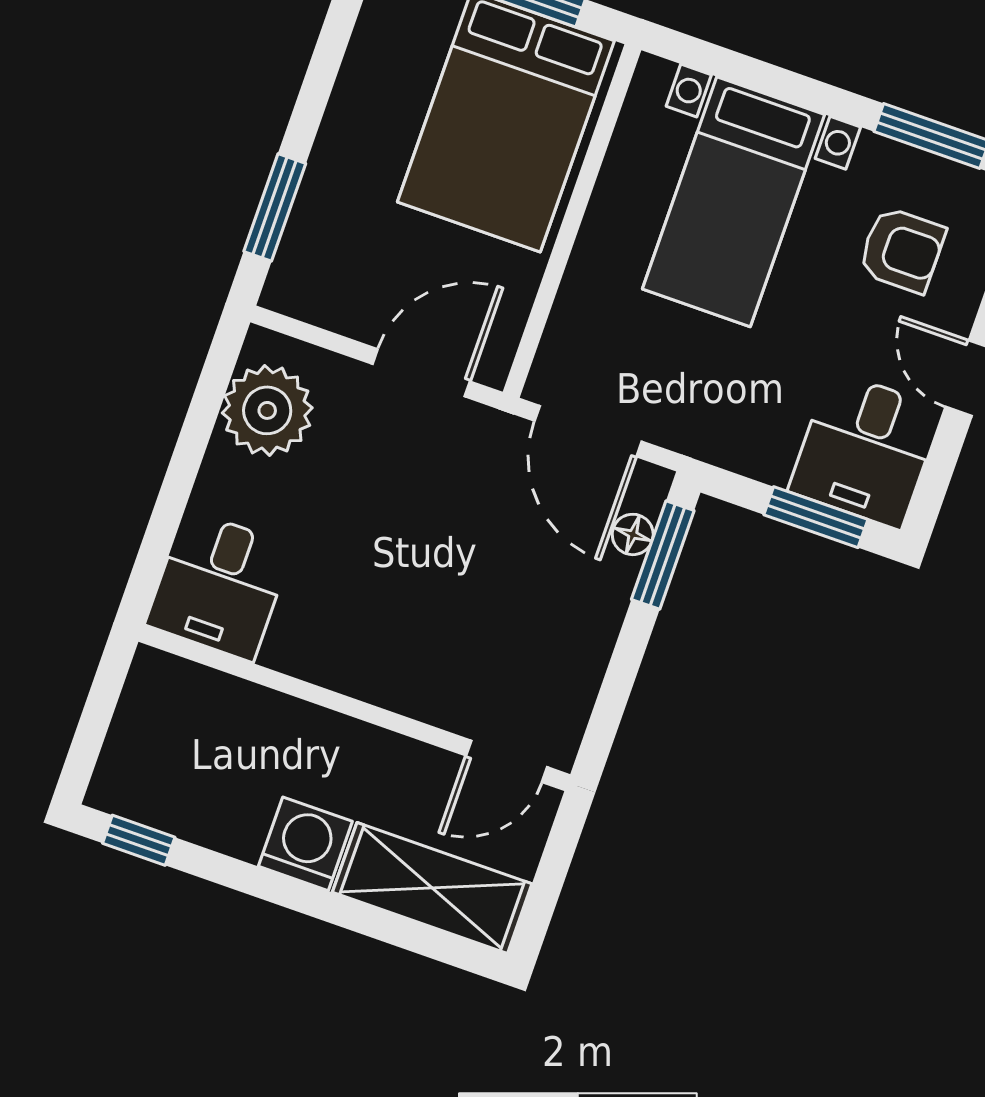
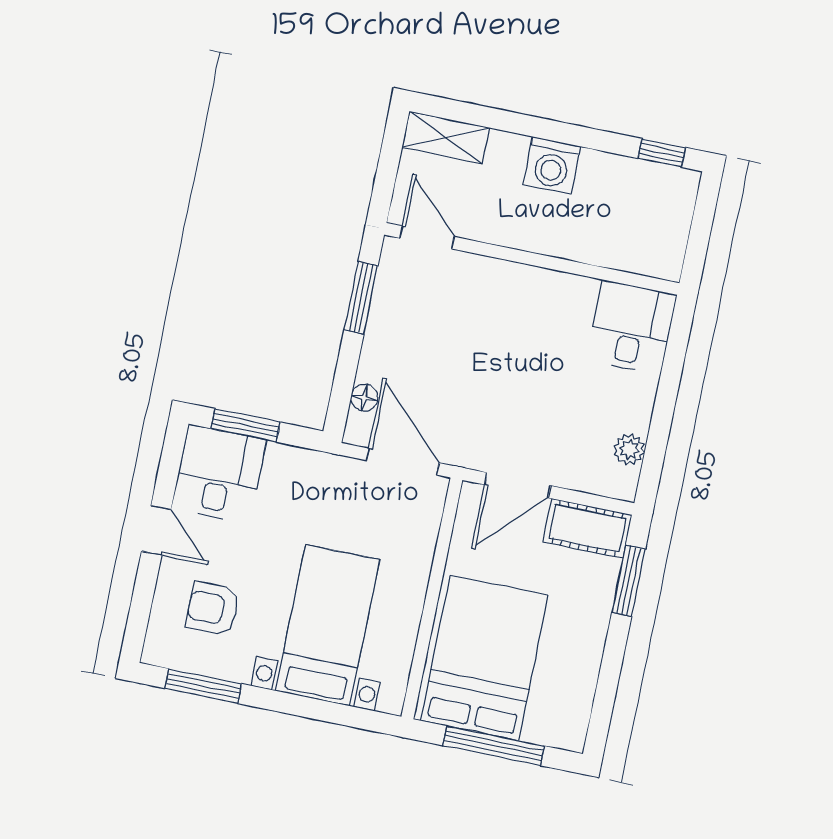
cot: (326, 294) -> (587, 528), added
plant: (267, 410) -> (629, 450), width x0.53, depth x0.53
window: (663, 555) -> (361, 298), moved
door: (507, 761) -> (427, 237), hinge flipped
shelving: (432, 888) -> (446, 137), width x0.67, depth x0.75

